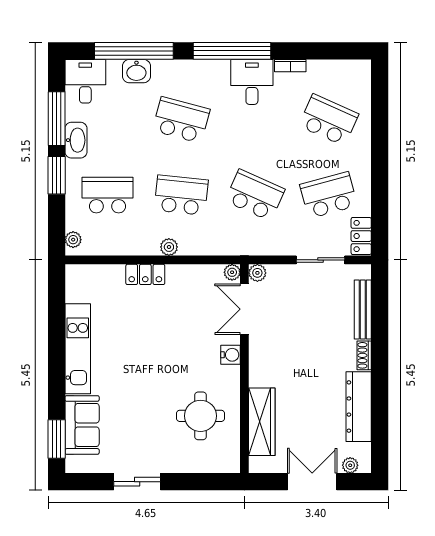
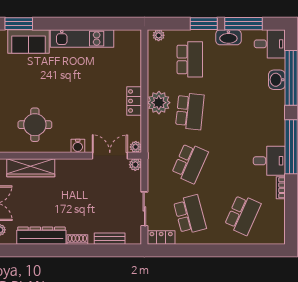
school desk: (181, 120) -> (243, 111), removed
plant: (169, 247) -> (159, 103), width x1.88, depth x1.88
locker: (145, 274) -> (134, 101), moved
bench: (363, 310) -> (110, 239), width x0.73

